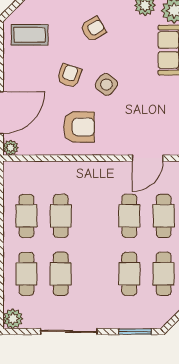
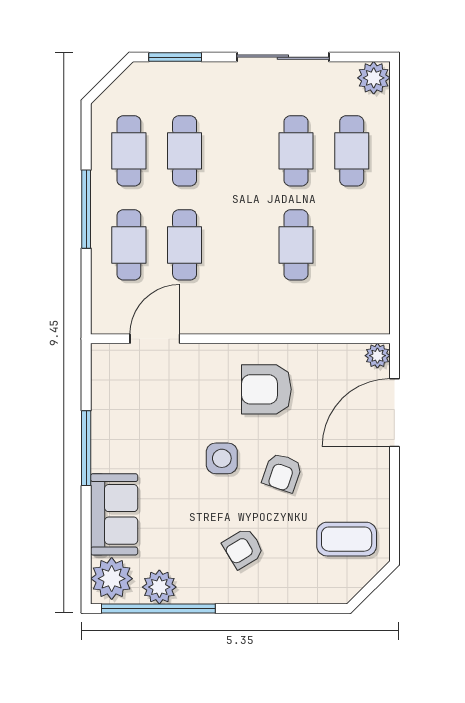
side table: (106, 84) -> (222, 458), turned -38
cafe table: (26, 216) -> (352, 245), removed

